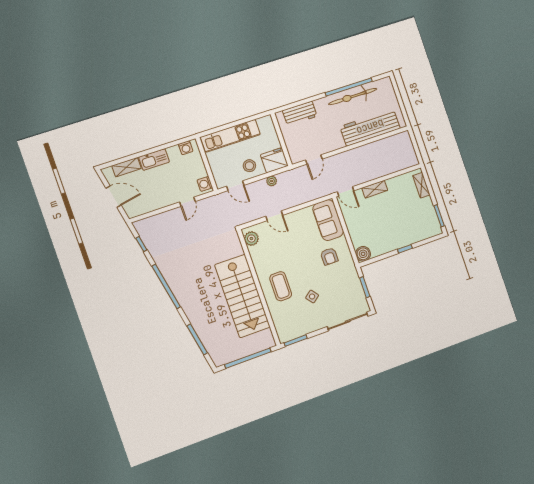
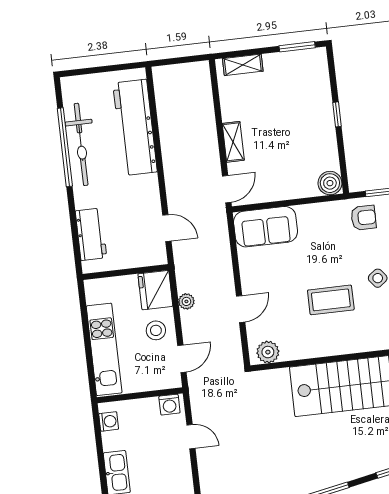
armchair: (329, 256) -> (364, 218), moved
coffee table: (281, 286) -> (331, 300), moved

